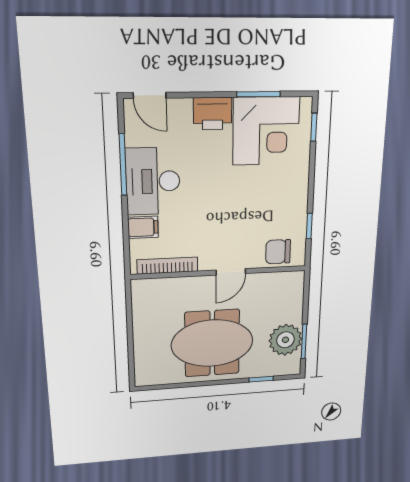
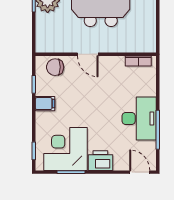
filing cabinet: (143, 227) -> (45, 104), moved, turned 180
chair: (278, 252) -> (55, 67), turned 180
bookcase: (167, 266) -> (138, 61), width x0.64
door: (231, 272) -> (88, 54), swing flipped

